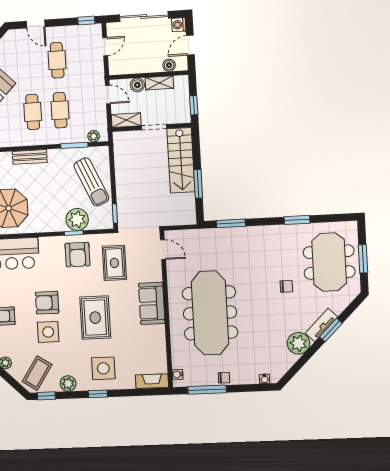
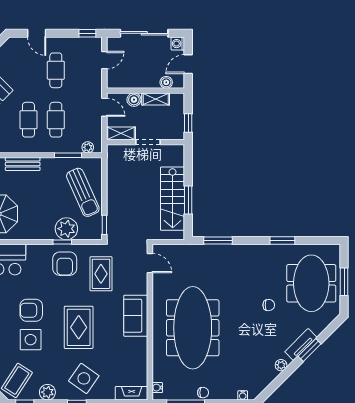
stairs: (181, 160) -> (173, 199), moved
plant: (298, 343) -> (281, 365), width x0.53, depth x0.53
side table: (103, 368) -> (84, 378), turned 35

